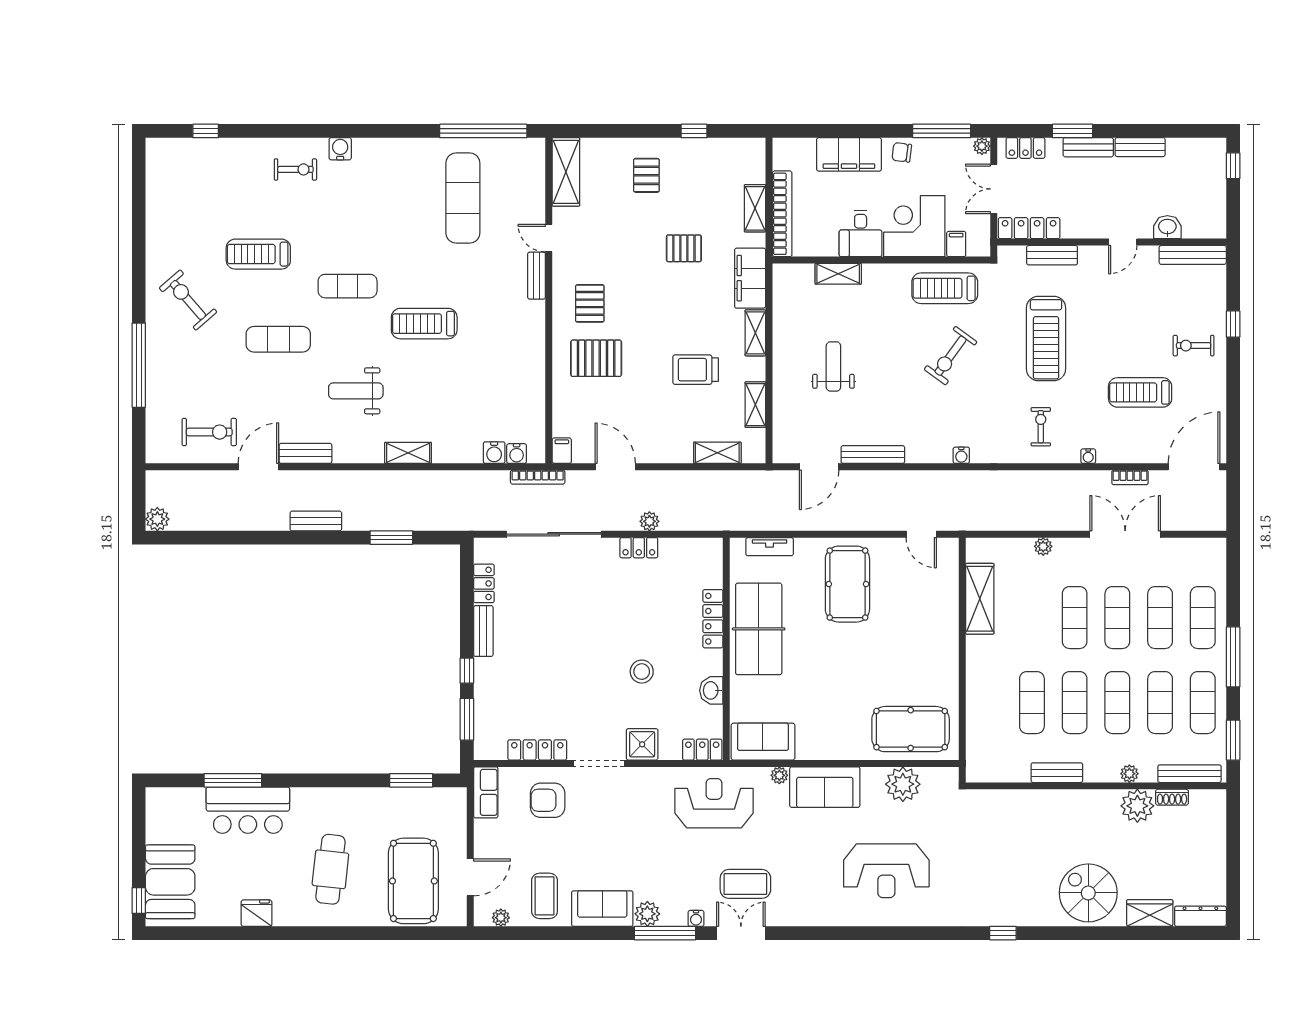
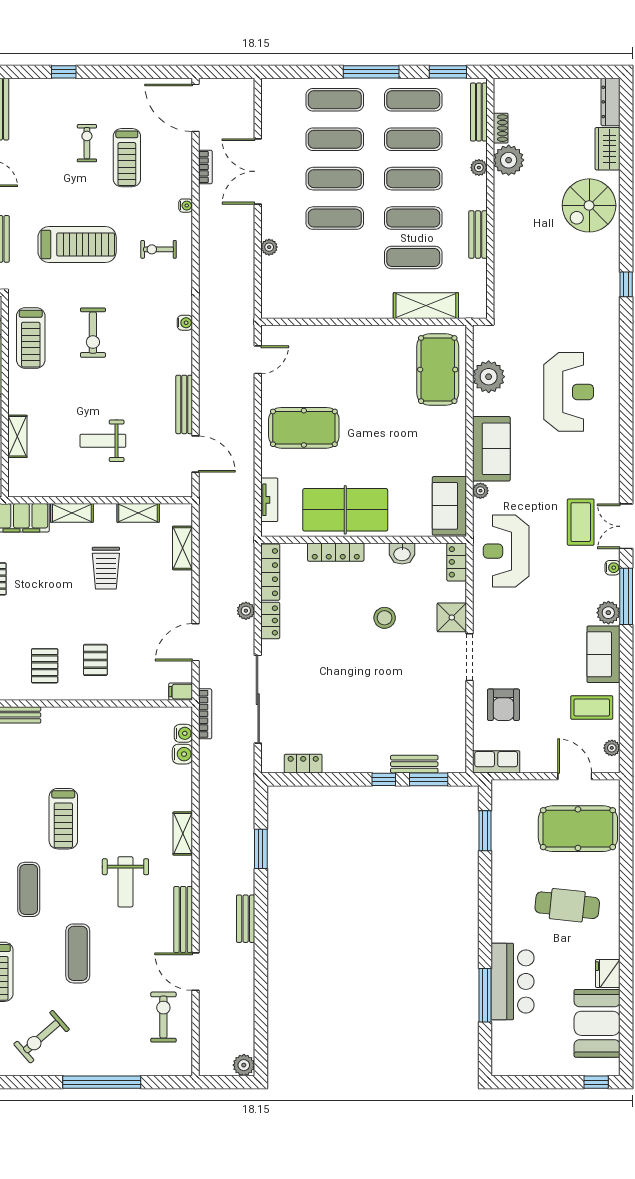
pallet: (590, 303) -> (45, 666), turned 90
exercise bike: (1194, 346) -> (87, 143), moved, turned 180
exercise bike: (951, 356) -> (93, 333), turned 54
pallet: (596, 358) -> (95, 660), width x0.67, depth x0.71
bench: (305, 453) -> (183, 919), width x1.36
shelving: (980, 599) -> (426, 306), moved
bench: (483, 631) -> (414, 764), moved
locker: (537, 750) -> (270, 572), moved, turned 180
booth: (170, 882) -> (597, 1023), moved, turned 90

